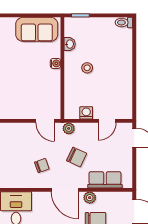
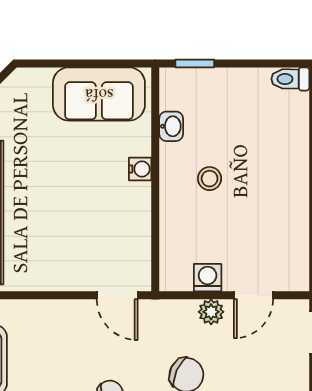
plant: (69, 128) -> (211, 312), moved

